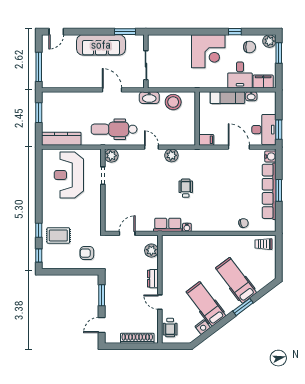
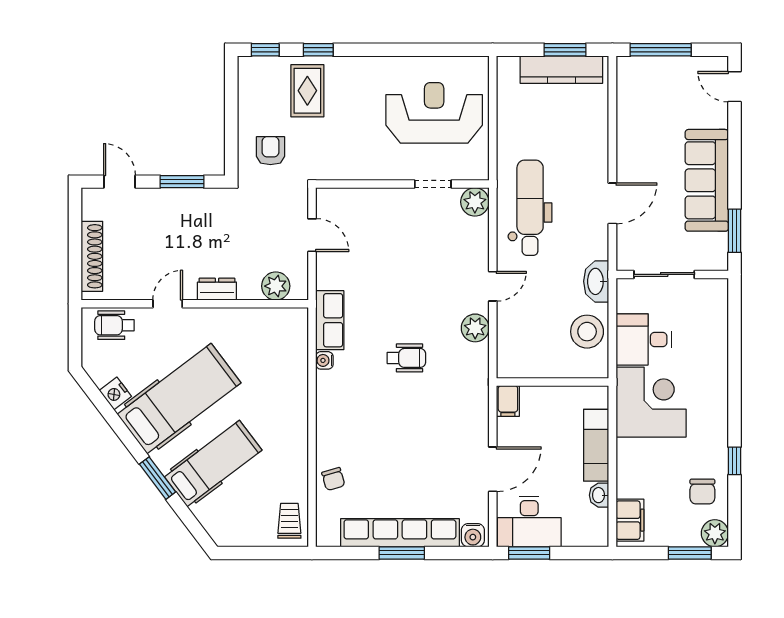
corner desk: (208, 51) -> (651, 402), moved, turned 180
desk: (240, 75) -> (644, 339), moved
kitchen counter: (61, 139) -> (561, 70), moved, turned 90
hospital bed: (206, 304) -> (179, 398), width x1.37, depth x1.29

